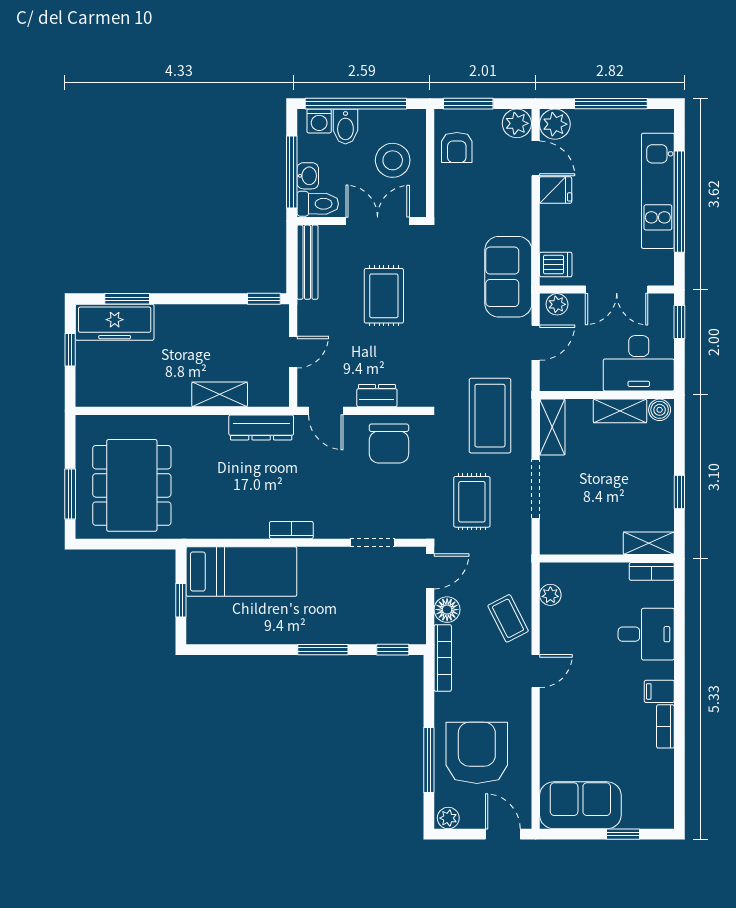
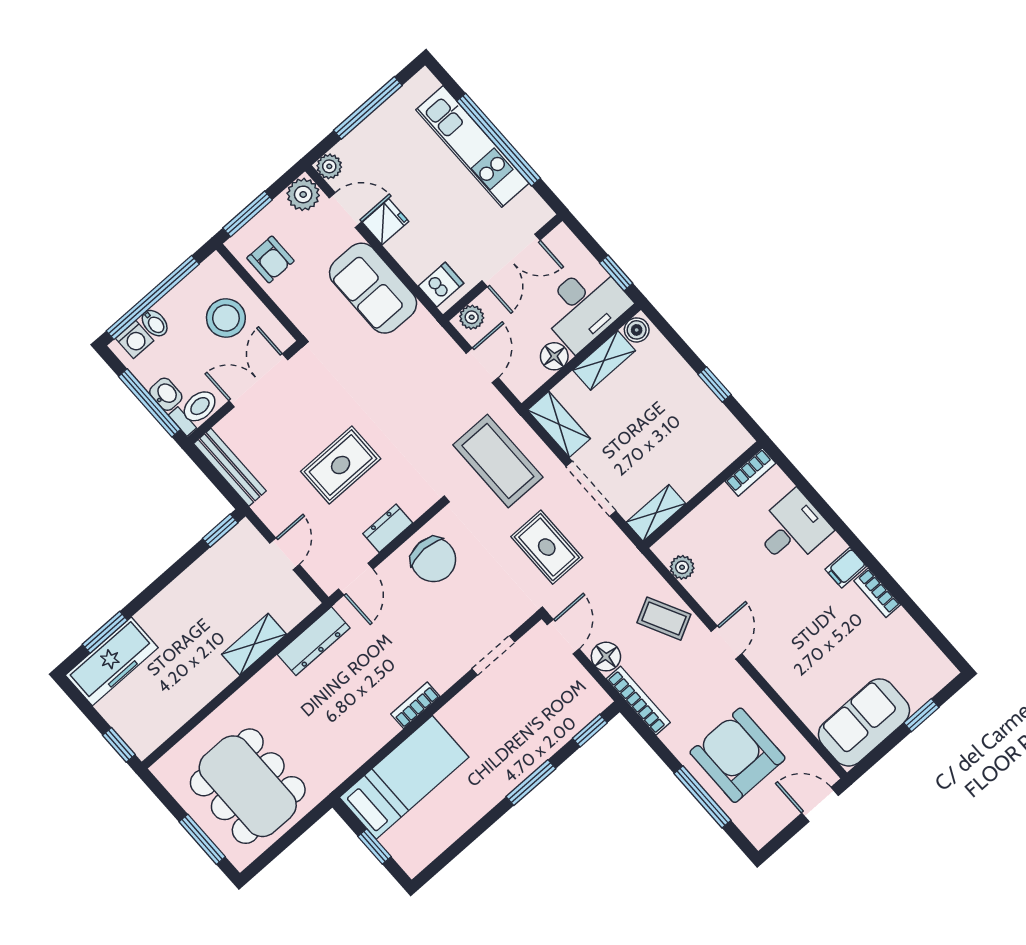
plant: (555, 124) -> (329, 166), width x0.73, depth x0.73
bidet: (345, 126) -> (155, 323), width x0.72, depth x0.74
sofa: (508, 277) -> (373, 288), moved
rug: (384, 296) -> (341, 465), moved, turned 90
window: (679, 322) -> (616, 273), moved
window: (70, 350) -> (119, 745), moved
floor lamp: (589, 379) -> (554, 356), added
door: (326, 411) -> (356, 579), hinge flipped
shelving: (649, 543) -> (656, 513), moved
plant: (448, 818) -> (762, 831), removed

